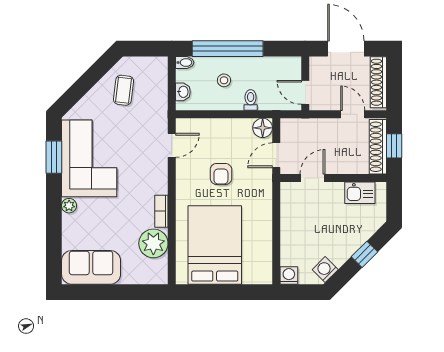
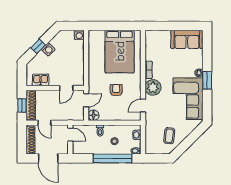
window: (54, 157) -> (207, 80), moved
plant: (153, 243) -> (153, 87), moved
washing machine: (325, 270) -> (48, 49), moved

